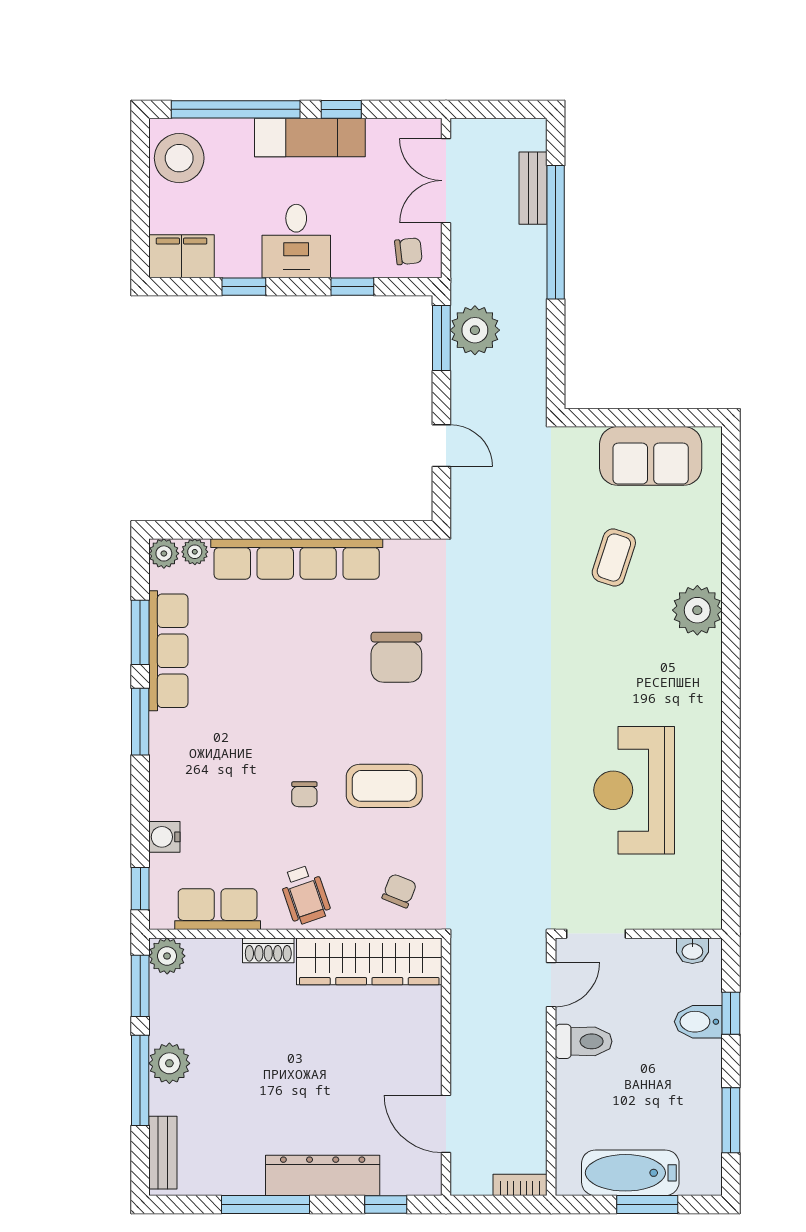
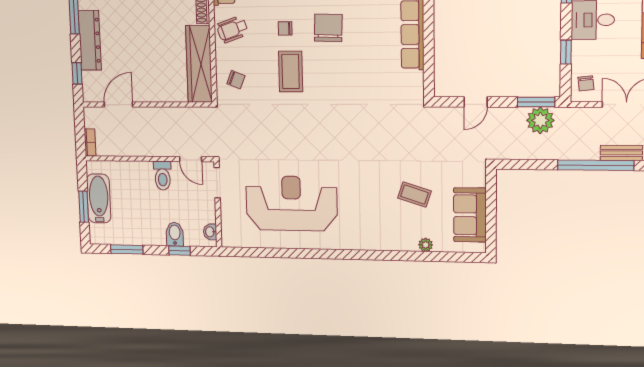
plant: (697, 610) -> (426, 245), moved, width x0.53, depth x0.53
chair: (396, 657) -> (328, 28), moved, turned 92
reception desk: (634, 790) -> (291, 203), width x1.36, depth x1.30

